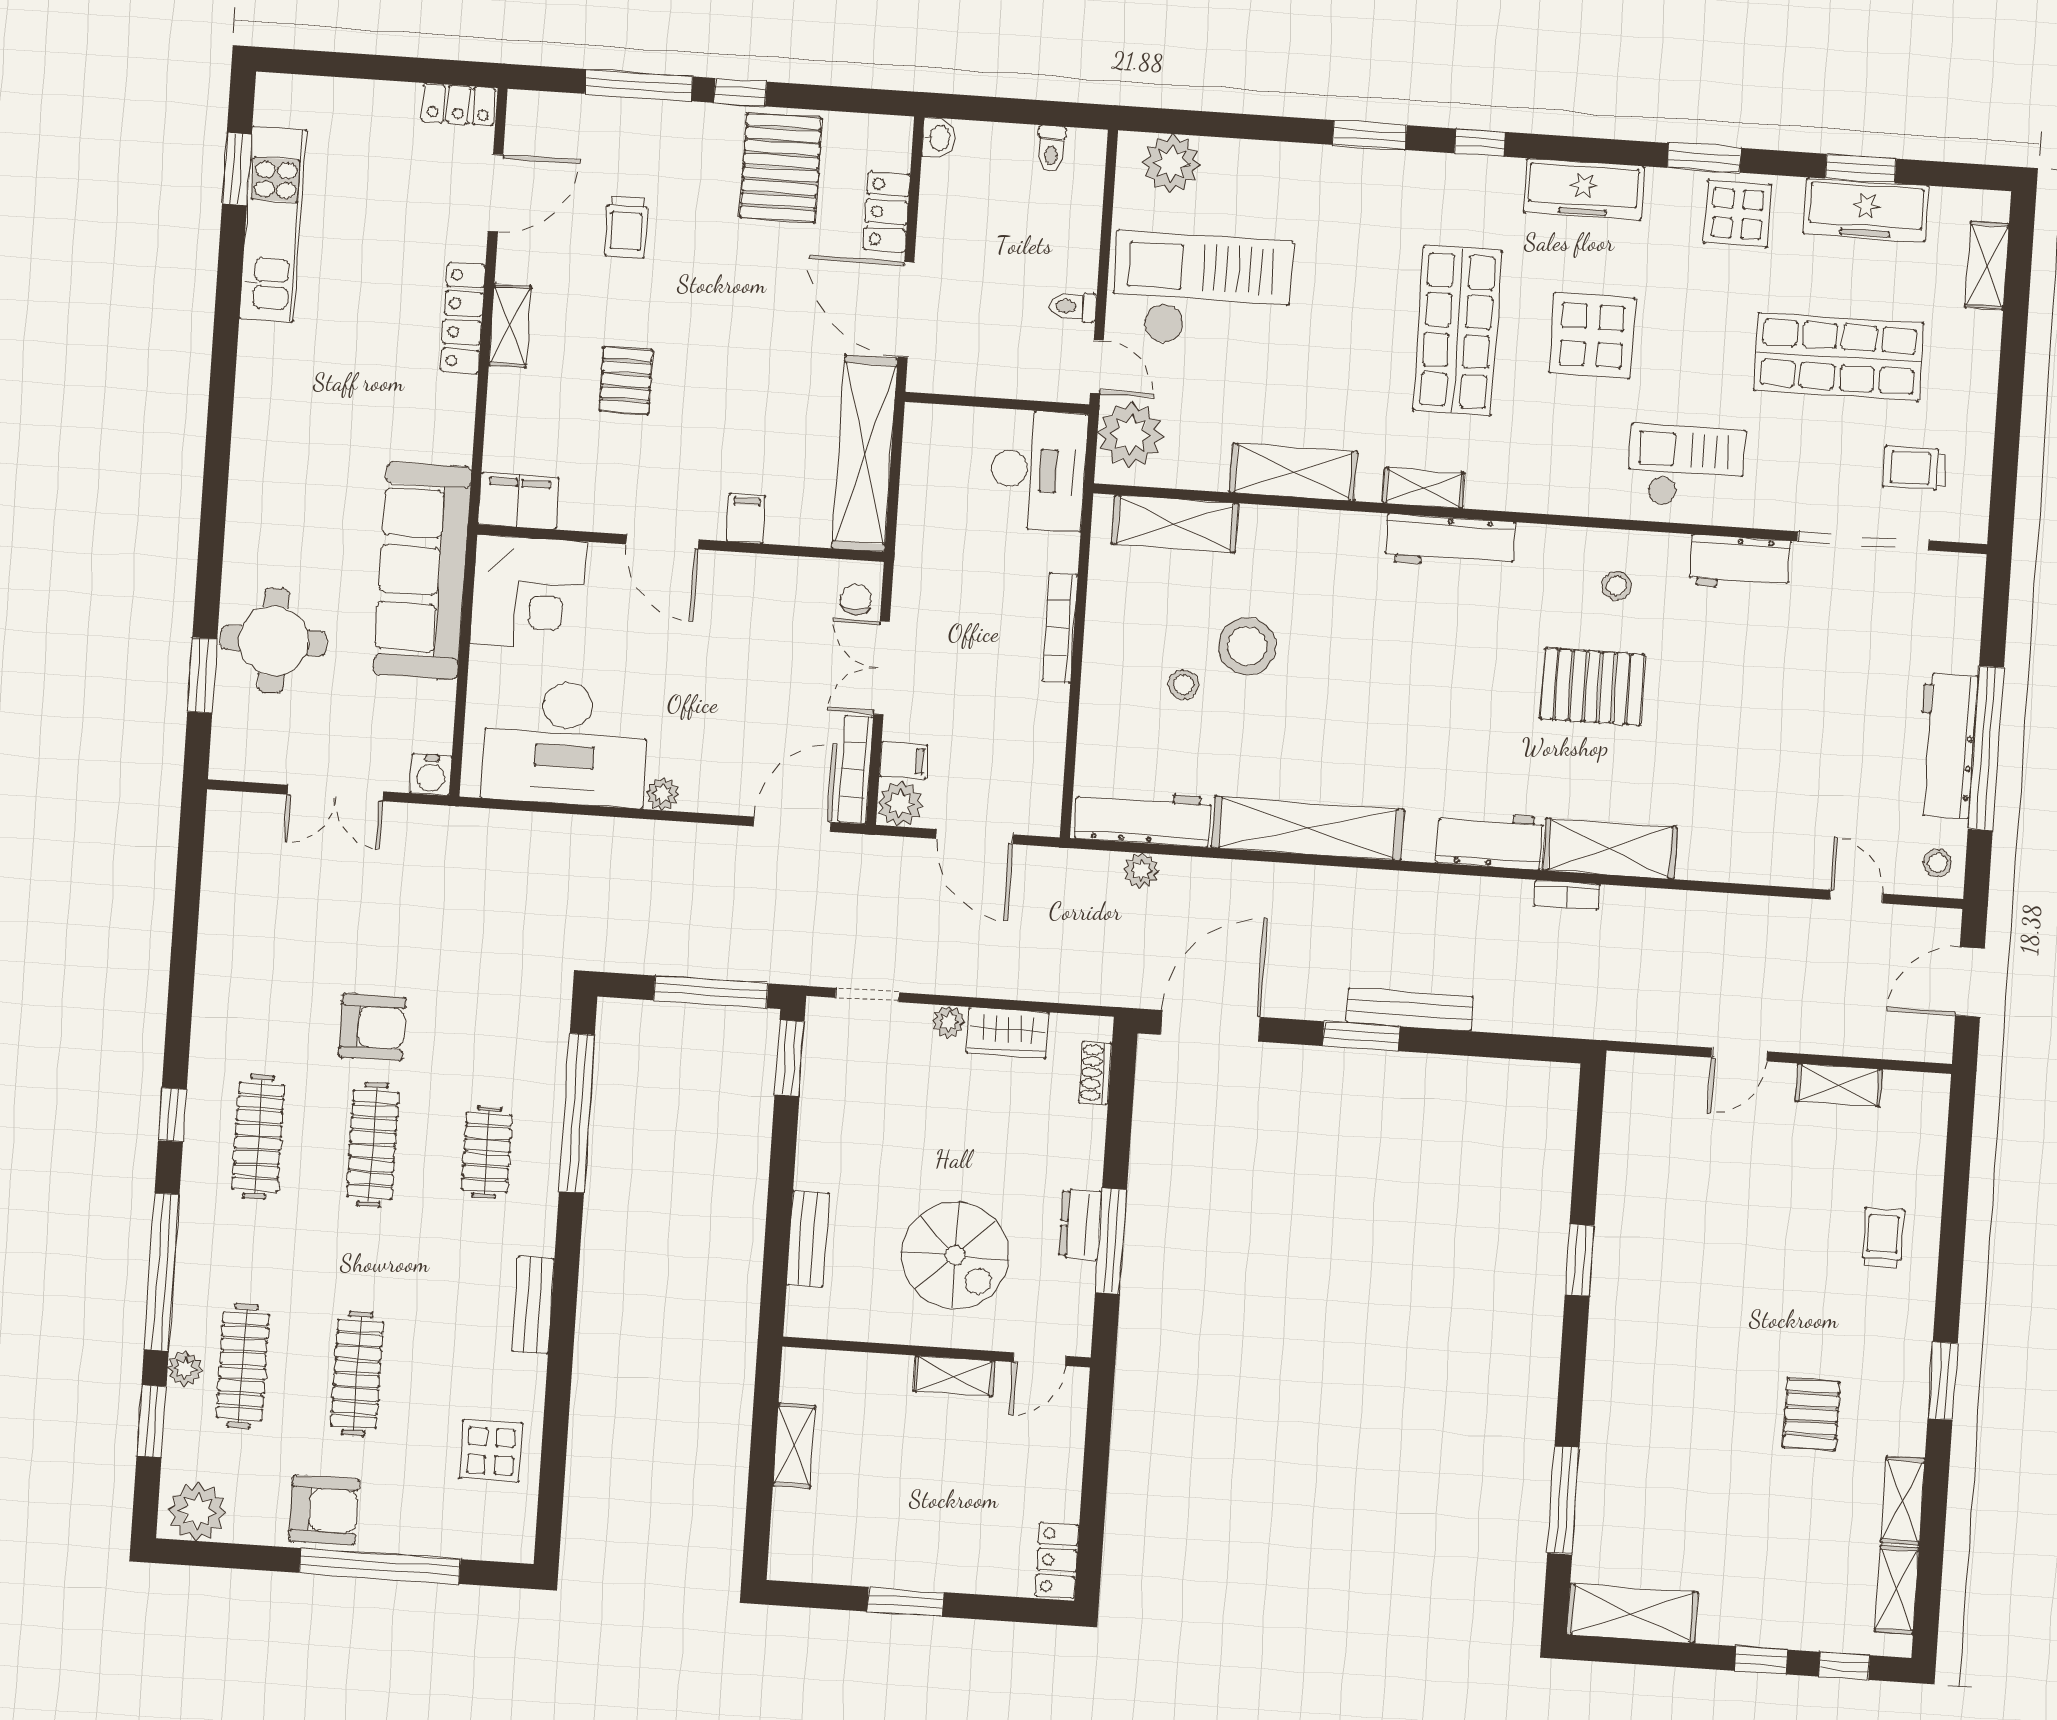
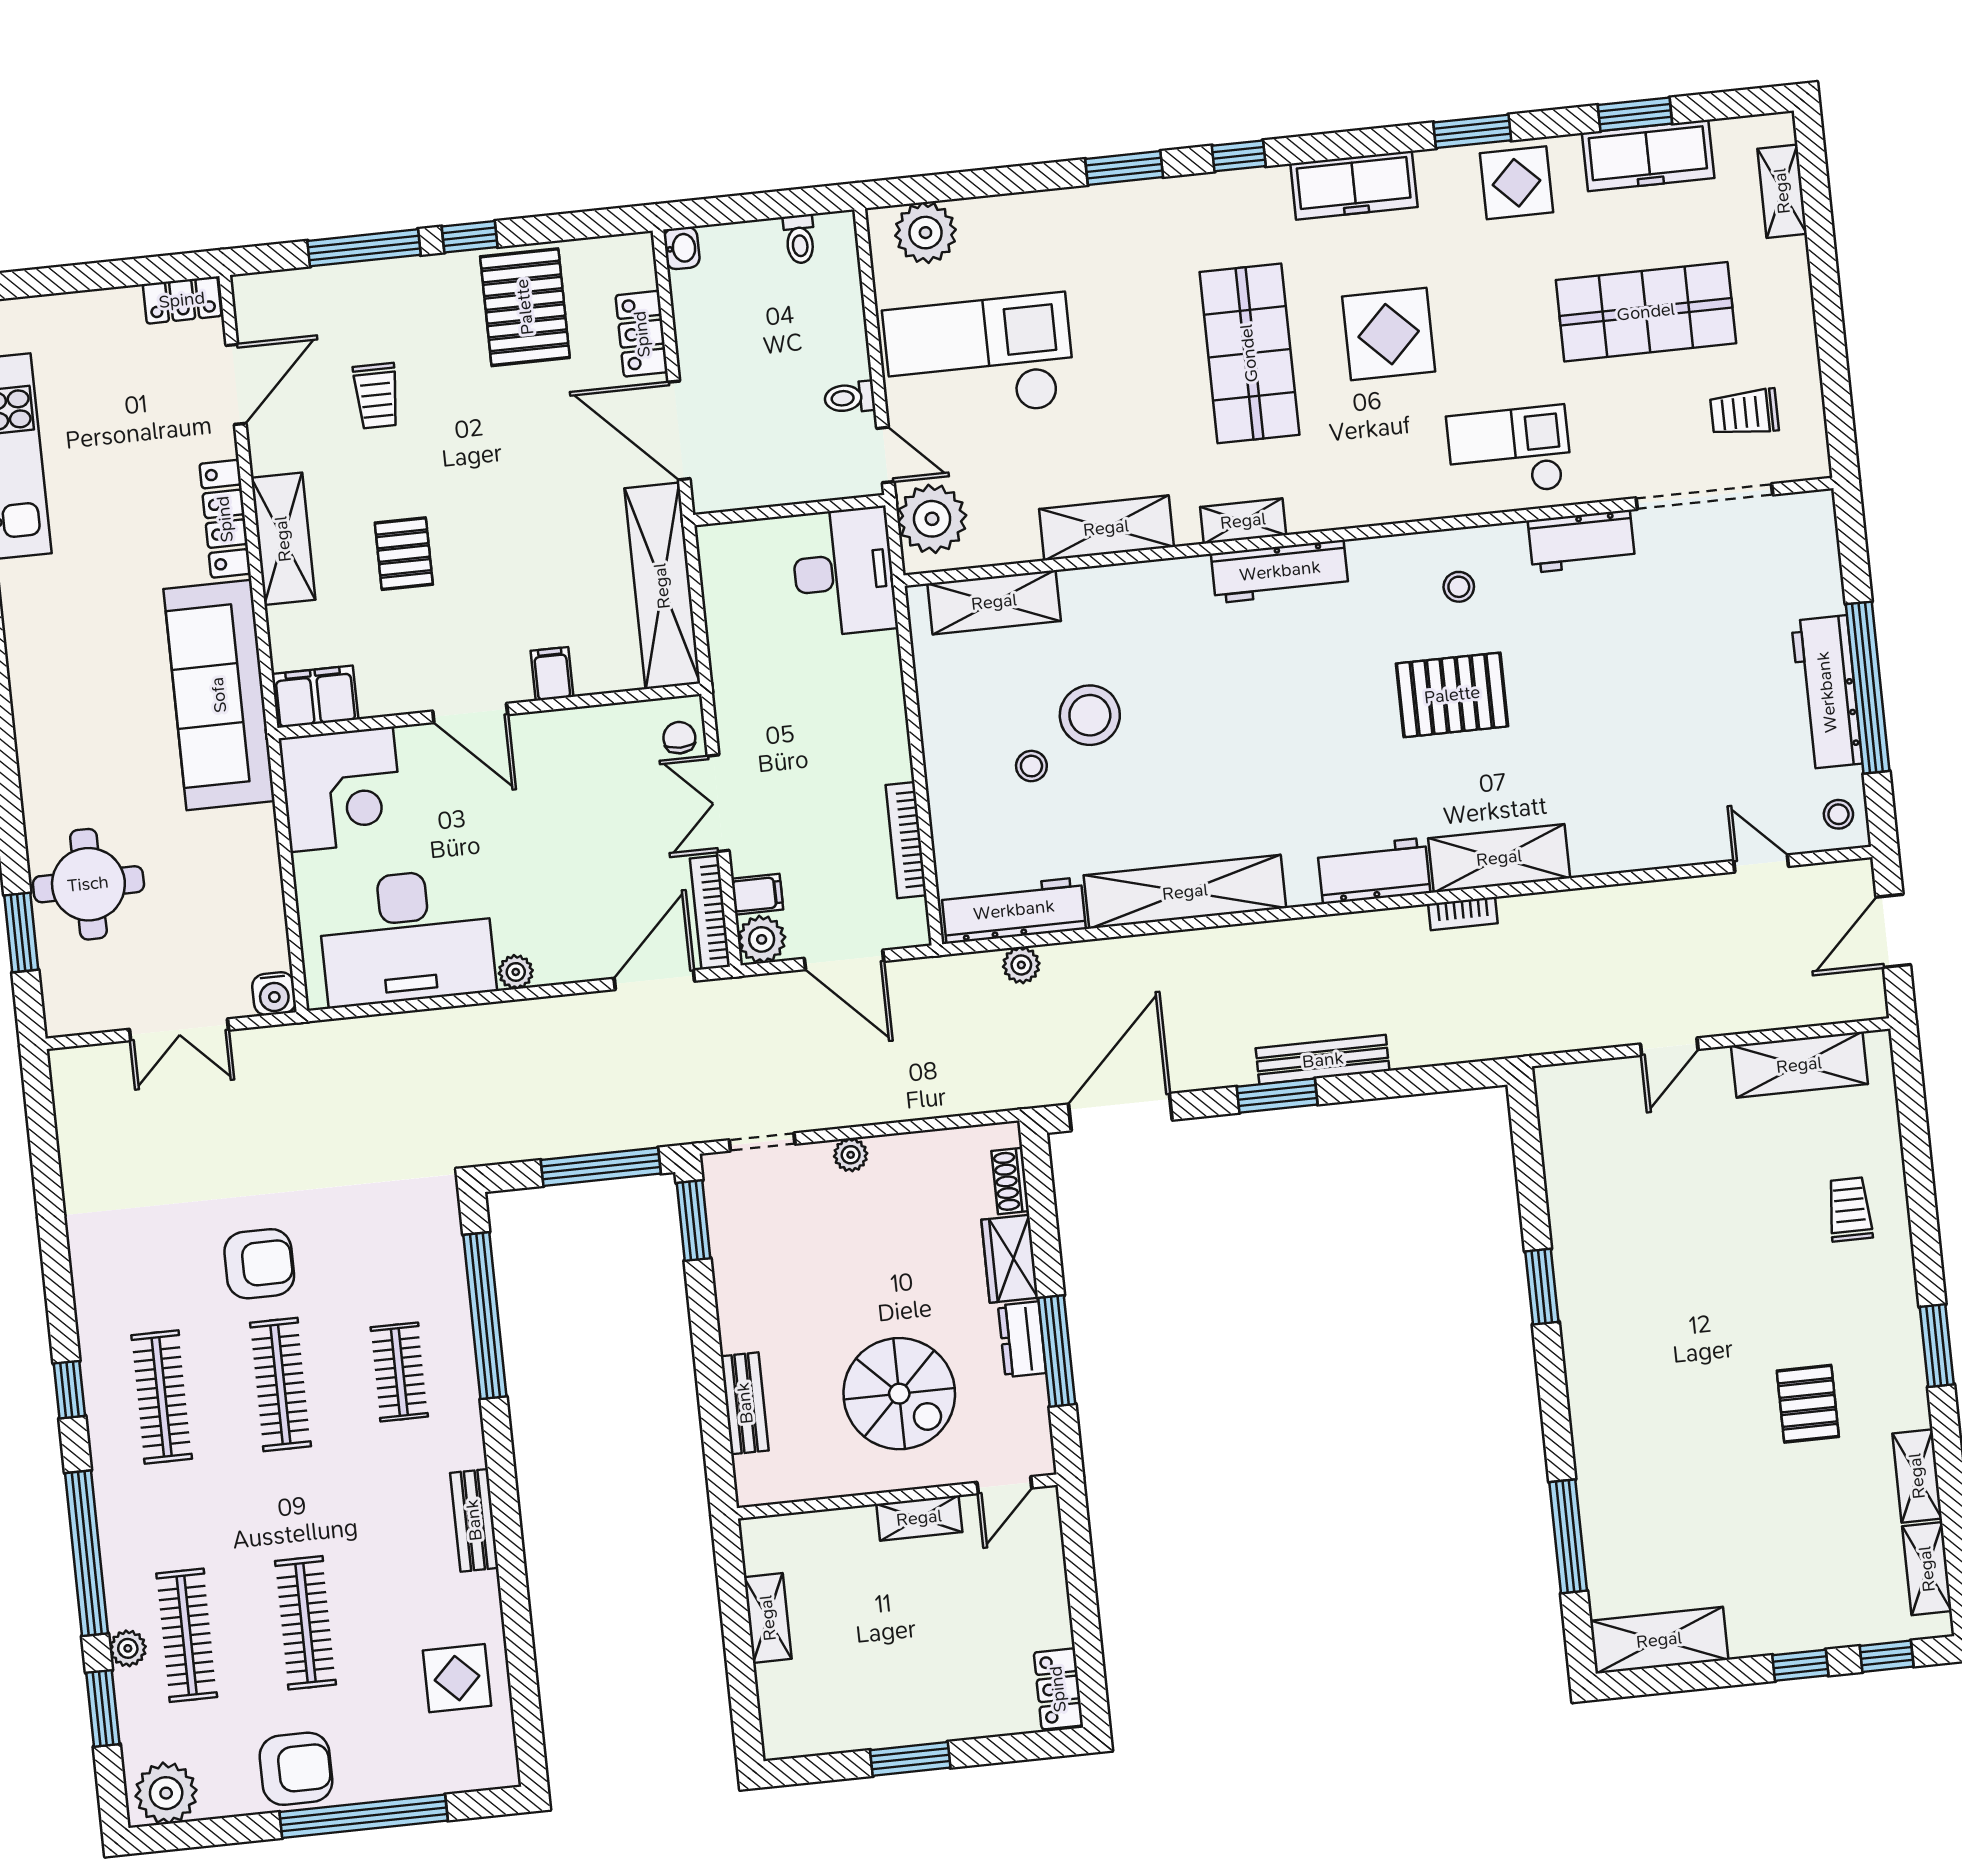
shelving: (510, 326) -> (283, 539), width x1.50, depth x1.33
sofa: (422, 571) -> (219, 695), moved
bookcase: (1060, 628) -> (906, 840), moved
wardrobe: (1008, 1033) -> (1010, 1259), moved, turned 90
shelving: (1839, 1085) -> (1799, 1065), width x1.50, depth x1.33

